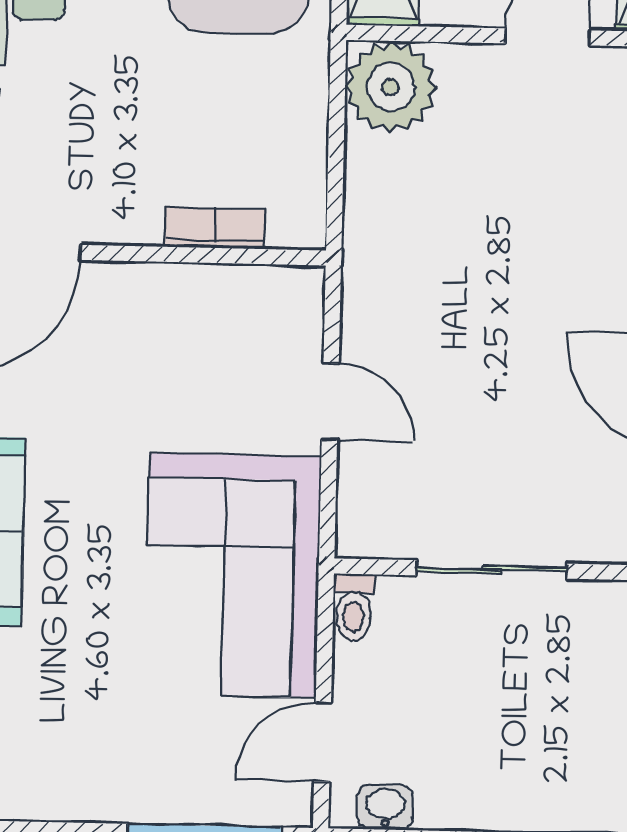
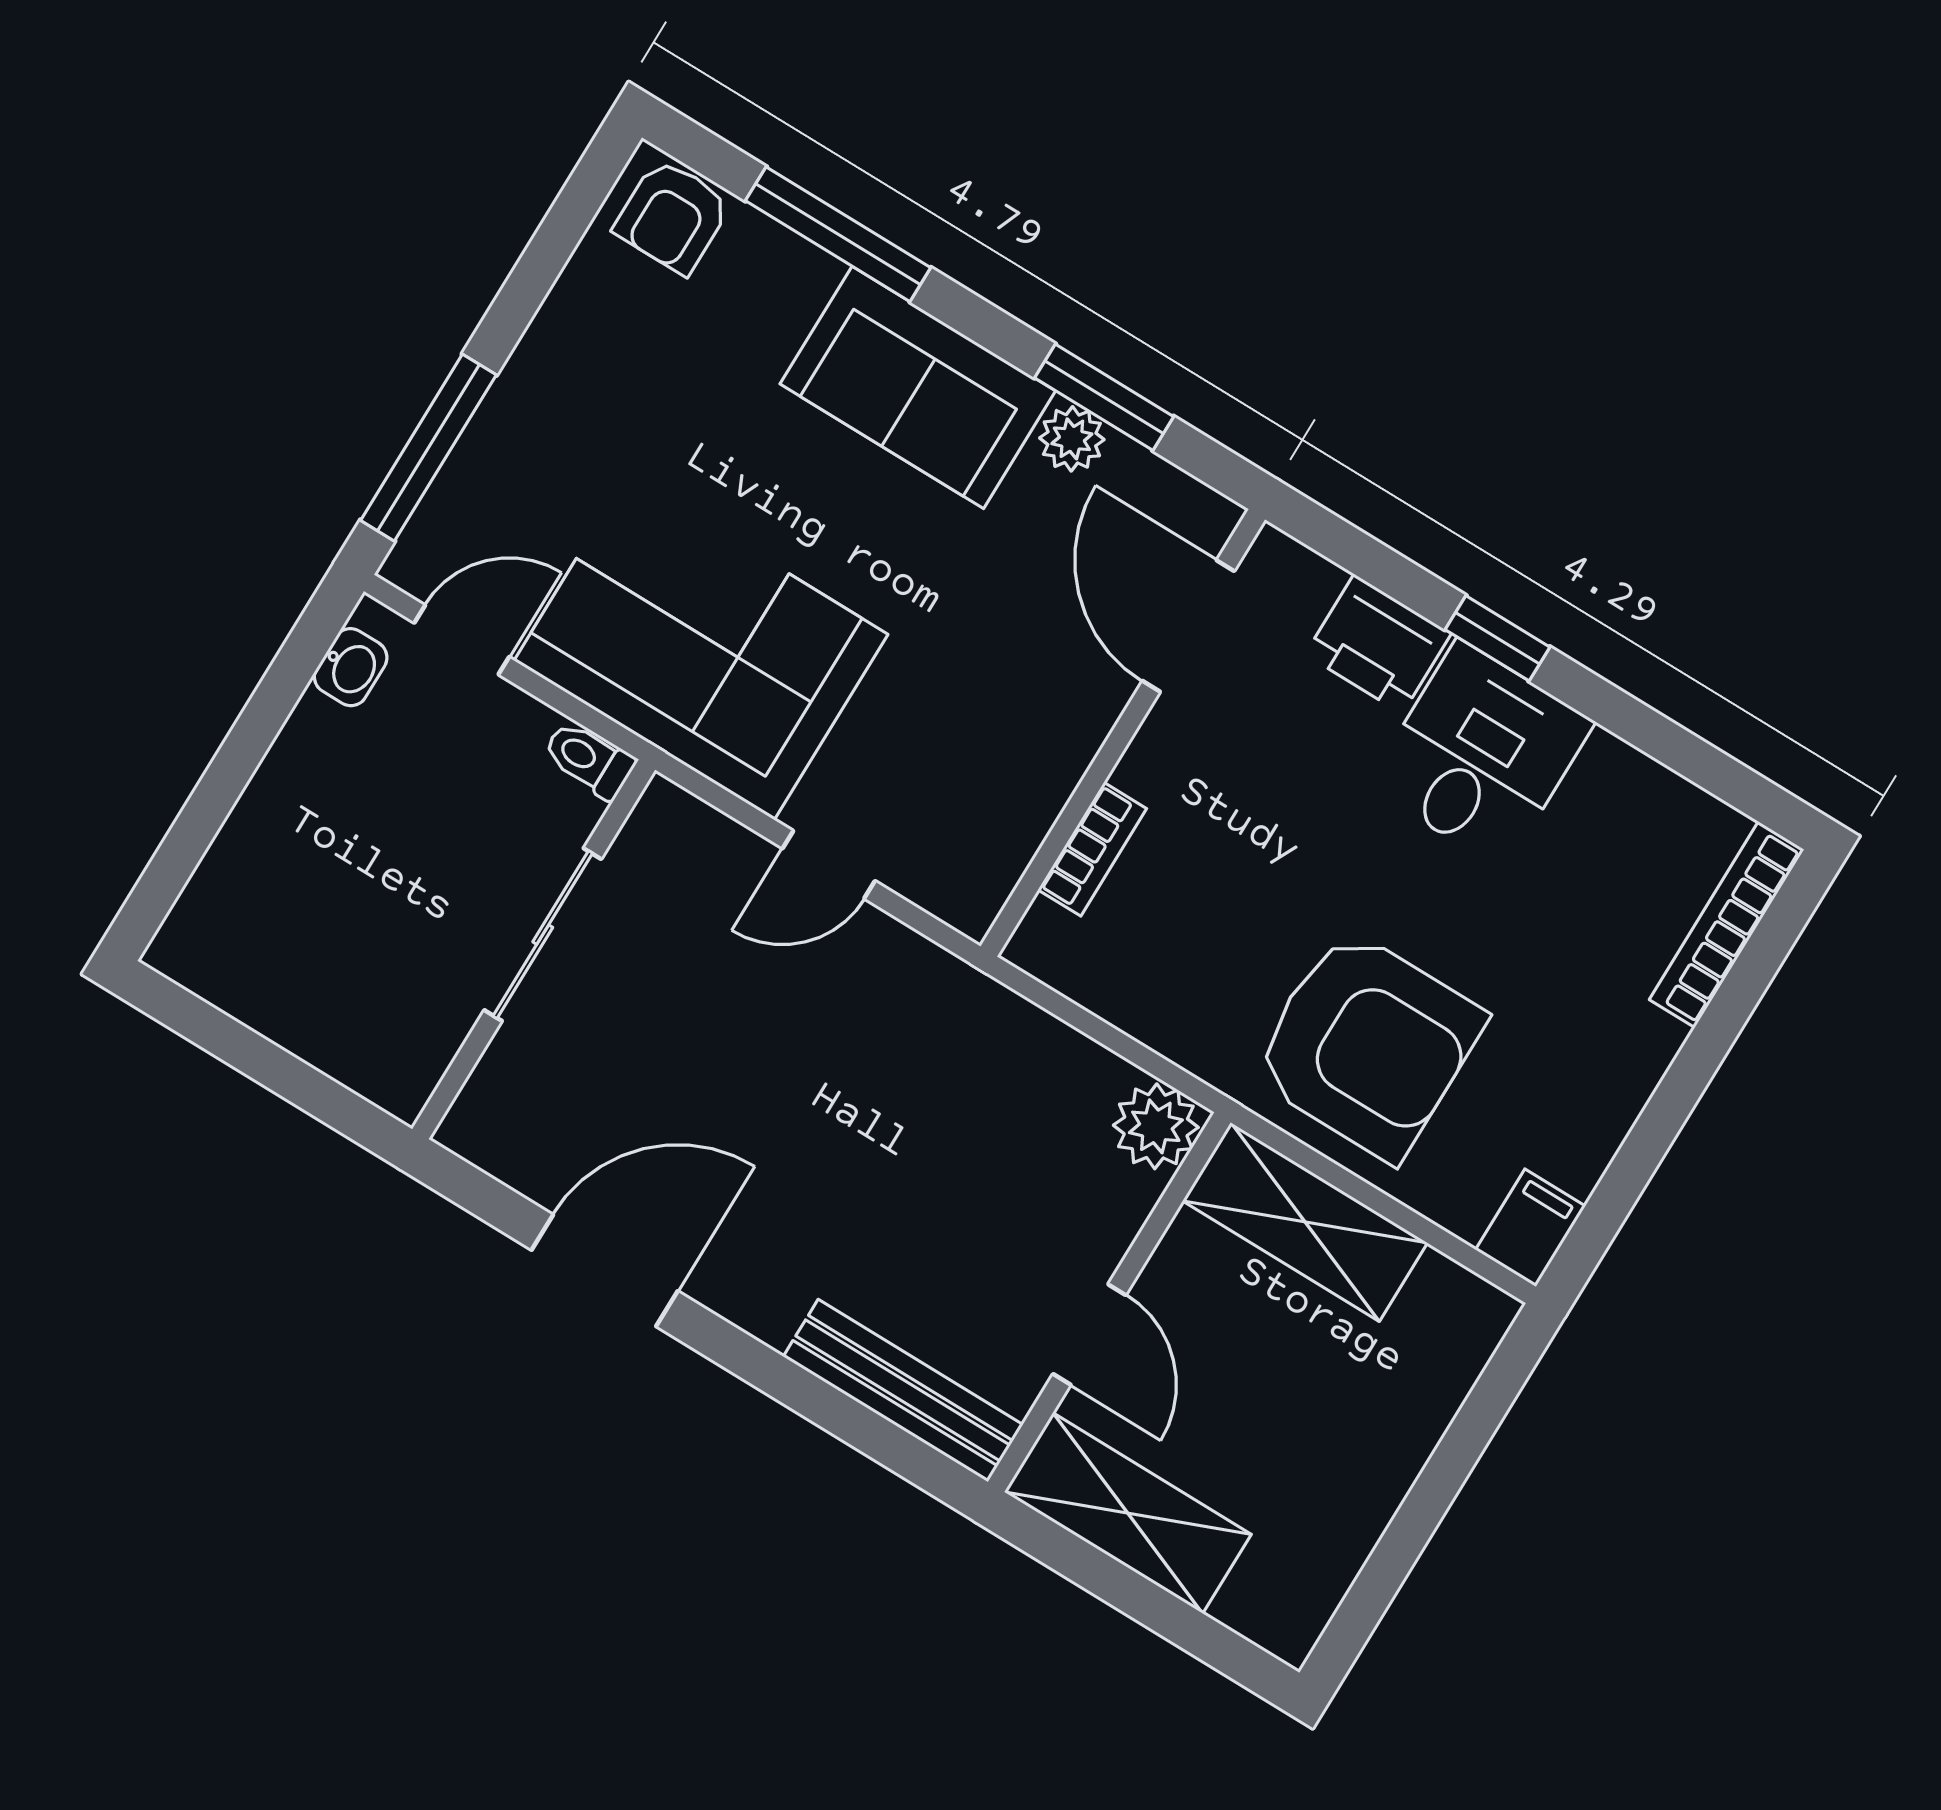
plant: (391, 87) -> (1156, 1126), width x0.73, depth x0.73
door: (322, 742) -> (462, 640), hinge flipped

